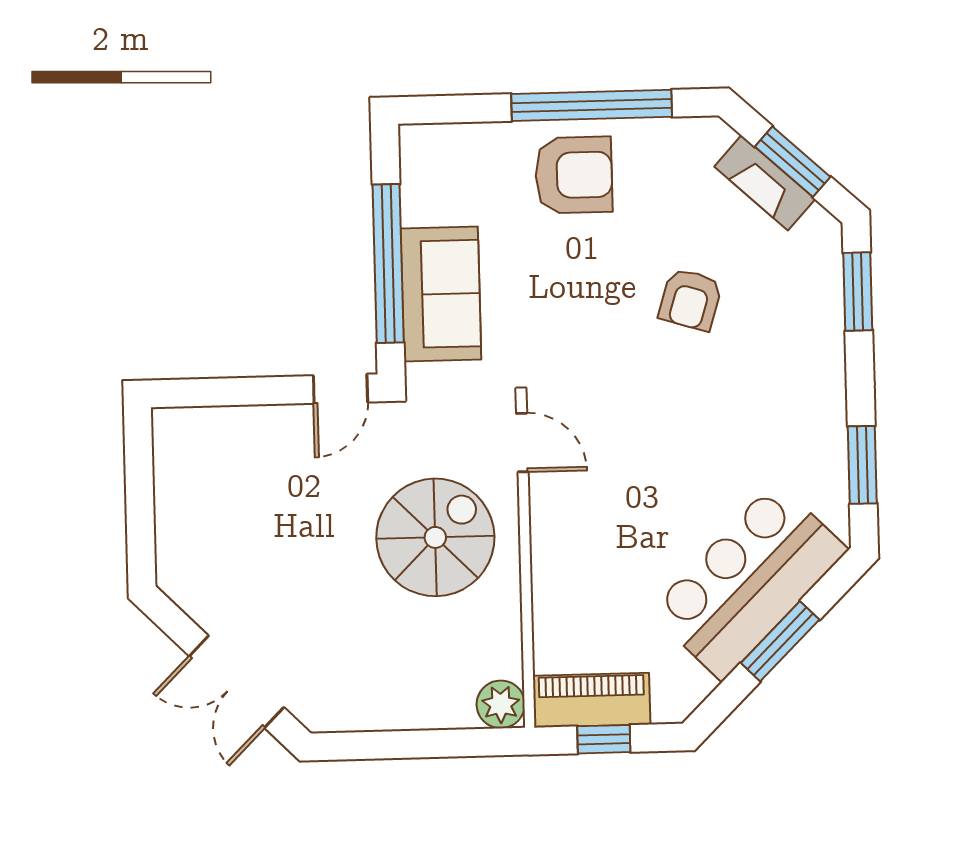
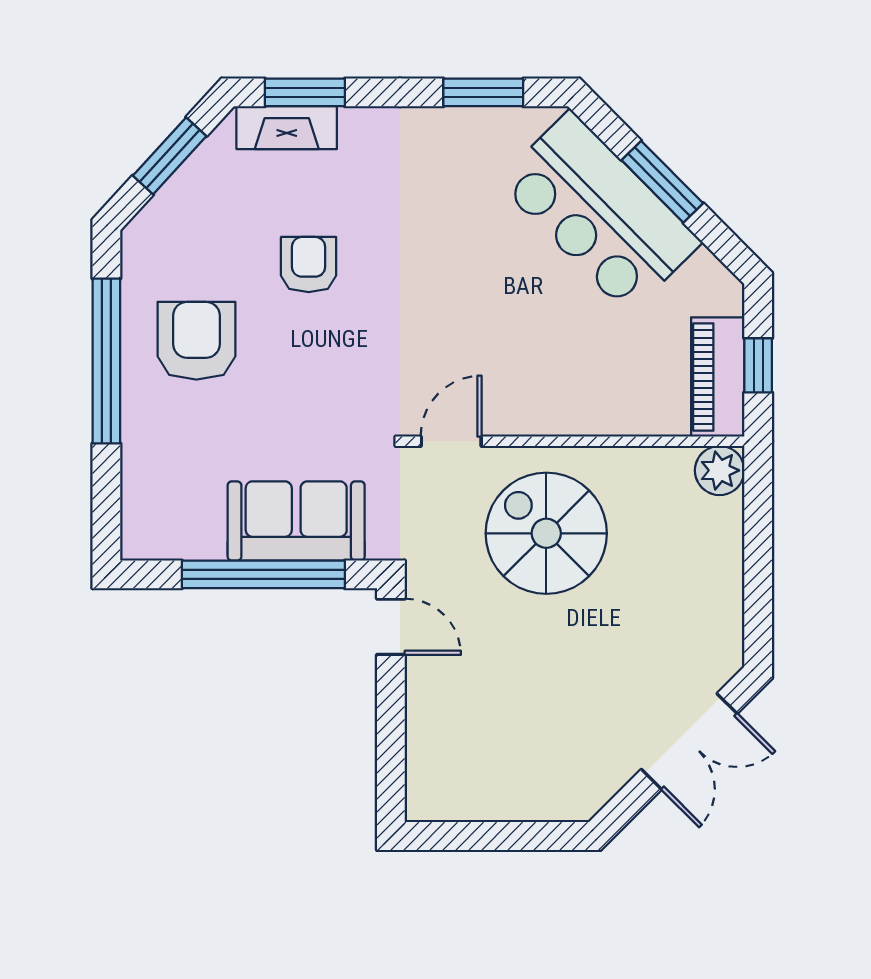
armchair: (574, 175) -> (196, 341), moved
fireplace: (765, 183) -> (287, 128), moved, turned 48
armchair: (690, 299) -> (309, 265), turned -107

